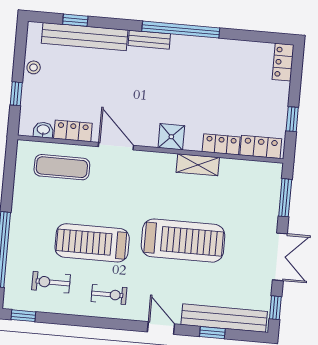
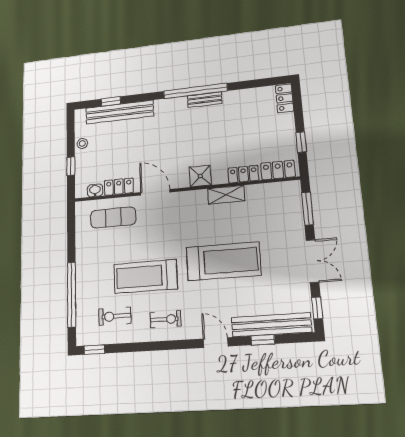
bench: (149, 40) -> (205, 100), moved

